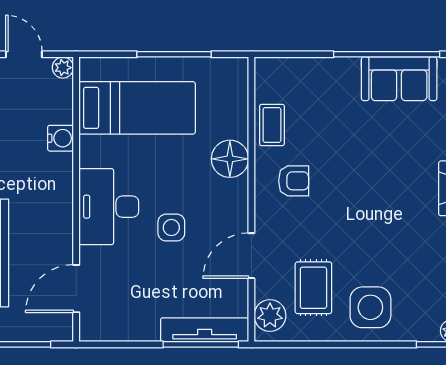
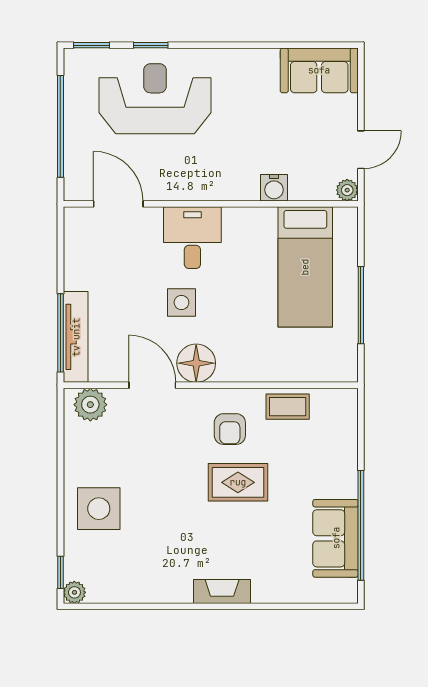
floor lamp: (230, 159) -> (196, 363), moved
desk: (109, 207) -> (192, 238), width x0.73
rug: (313, 288) -> (238, 482), moved

